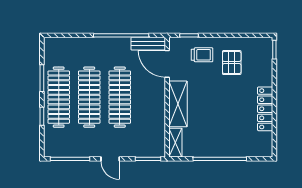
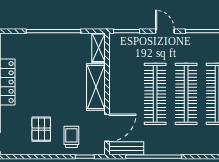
trolley: (202, 55) -> (71, 137), turned 90
door: (167, 64) -> (107, 128), hinge flipped

